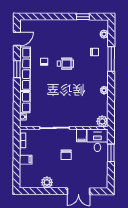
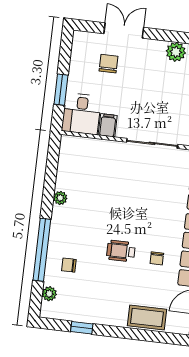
coffee table: (46, 27) -> (147, 318), added
window: (111, 59) -> (42, 250), width x1.46
plant: (102, 121) -> (69, 145), removed
chair: (66, 155) -> (108, 64), moved

